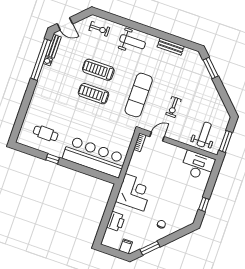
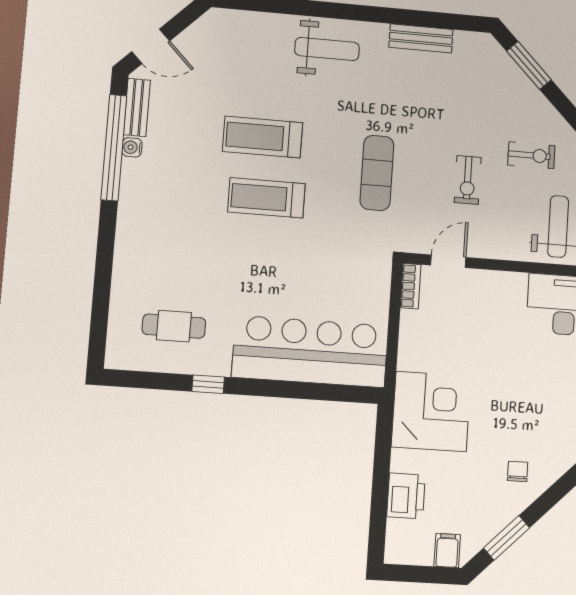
exercise bike: (99, 29) -> (531, 155), moved
exercise mat: (139, 95) -> (377, 173), width x0.73, depth x0.69

